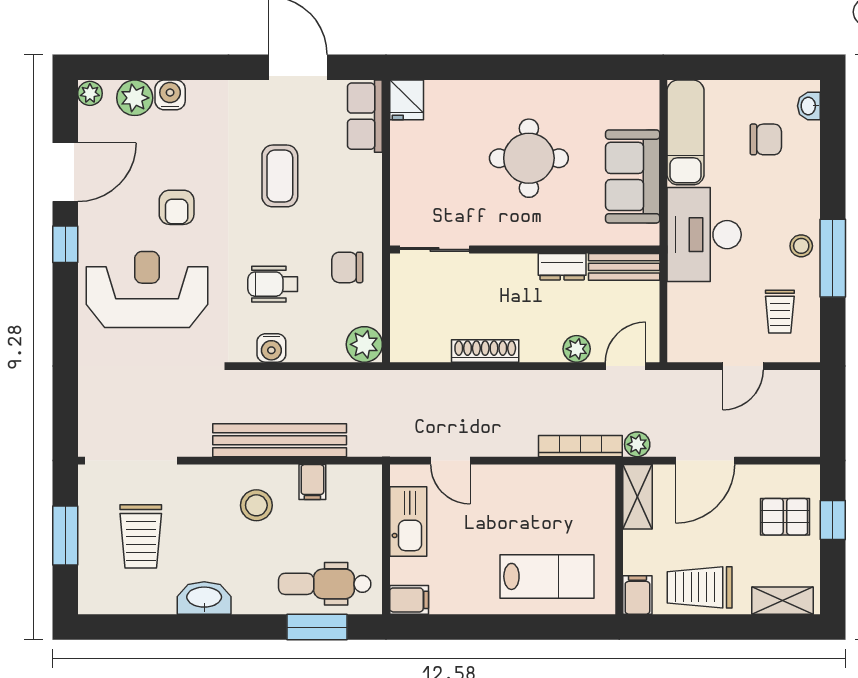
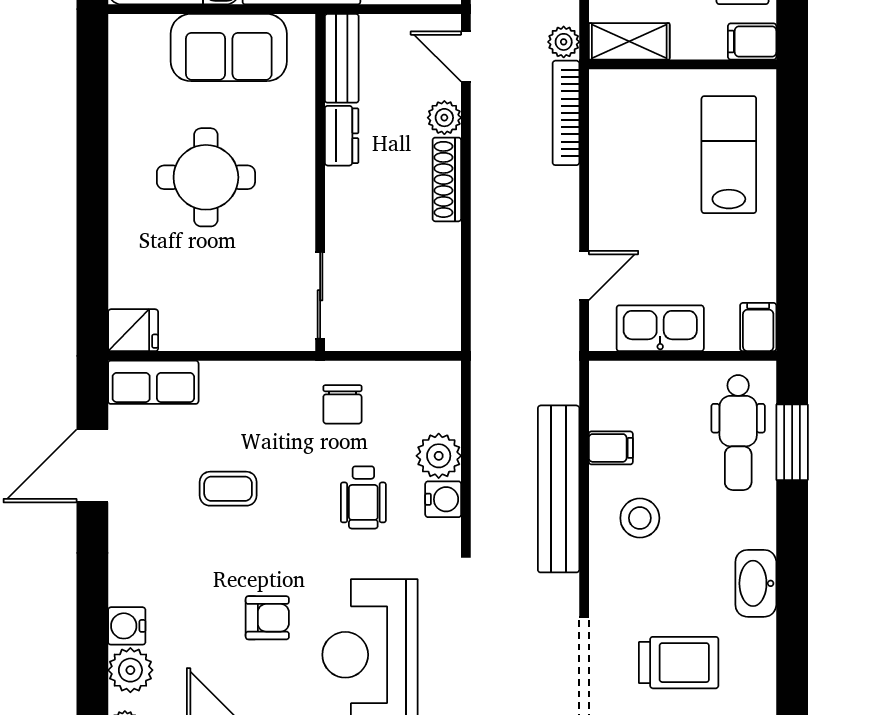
coffee table: (280, 176) -> (228, 489), width x0.73, depth x0.77
plant: (364, 344) -> (439, 456), moved
shoe rack: (485, 351) -> (447, 179), moved

